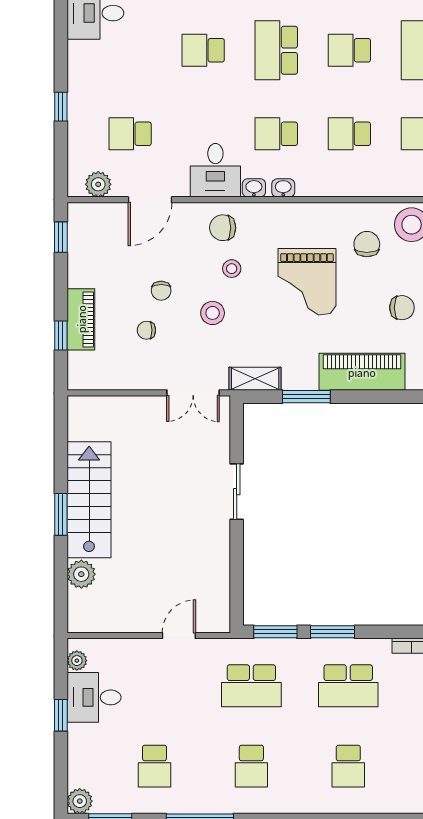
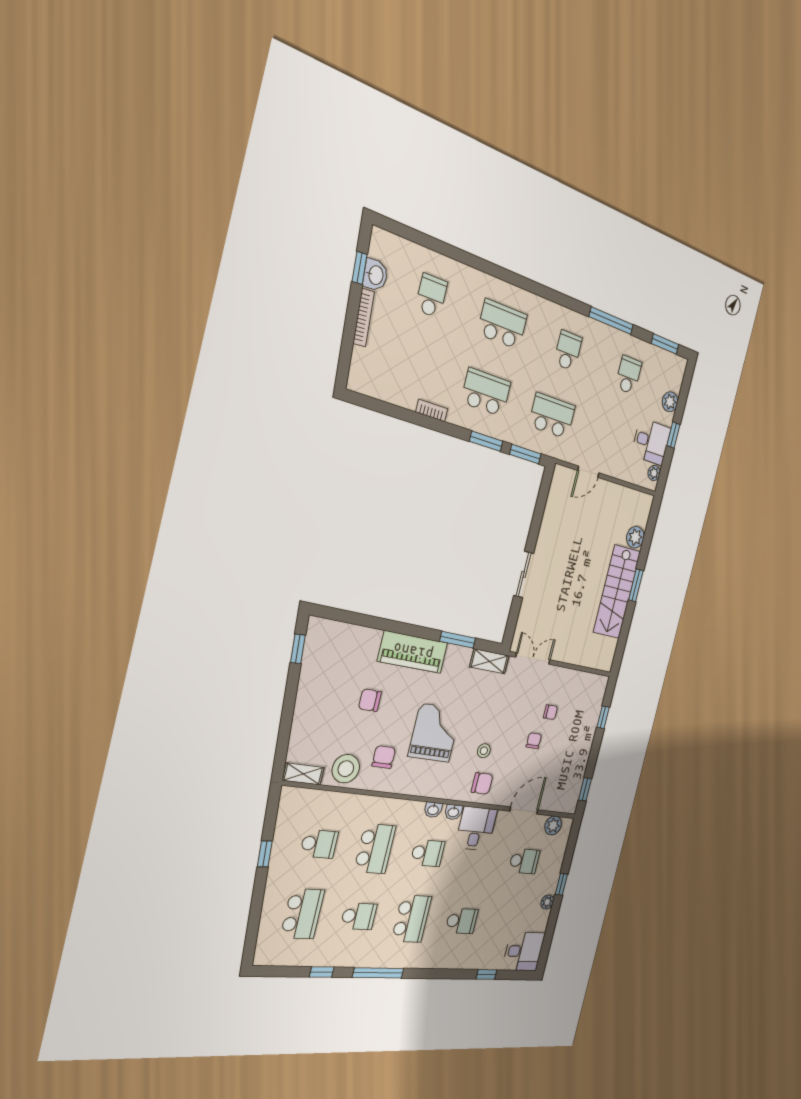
plant: (77, 81) -> (547, 902), added
school desk: (349, 134) -> (375, 849), width x1.85
chair: (367, 244) -> (384, 757), turned 180
stool: (213, 313) -> (505, 718), removed
piano: (81, 319) -> (588, 727), removed
school desk: (348, 766) -> (502, 324), width x1.85
plant: (80, 801) -> (670, 402), moved

